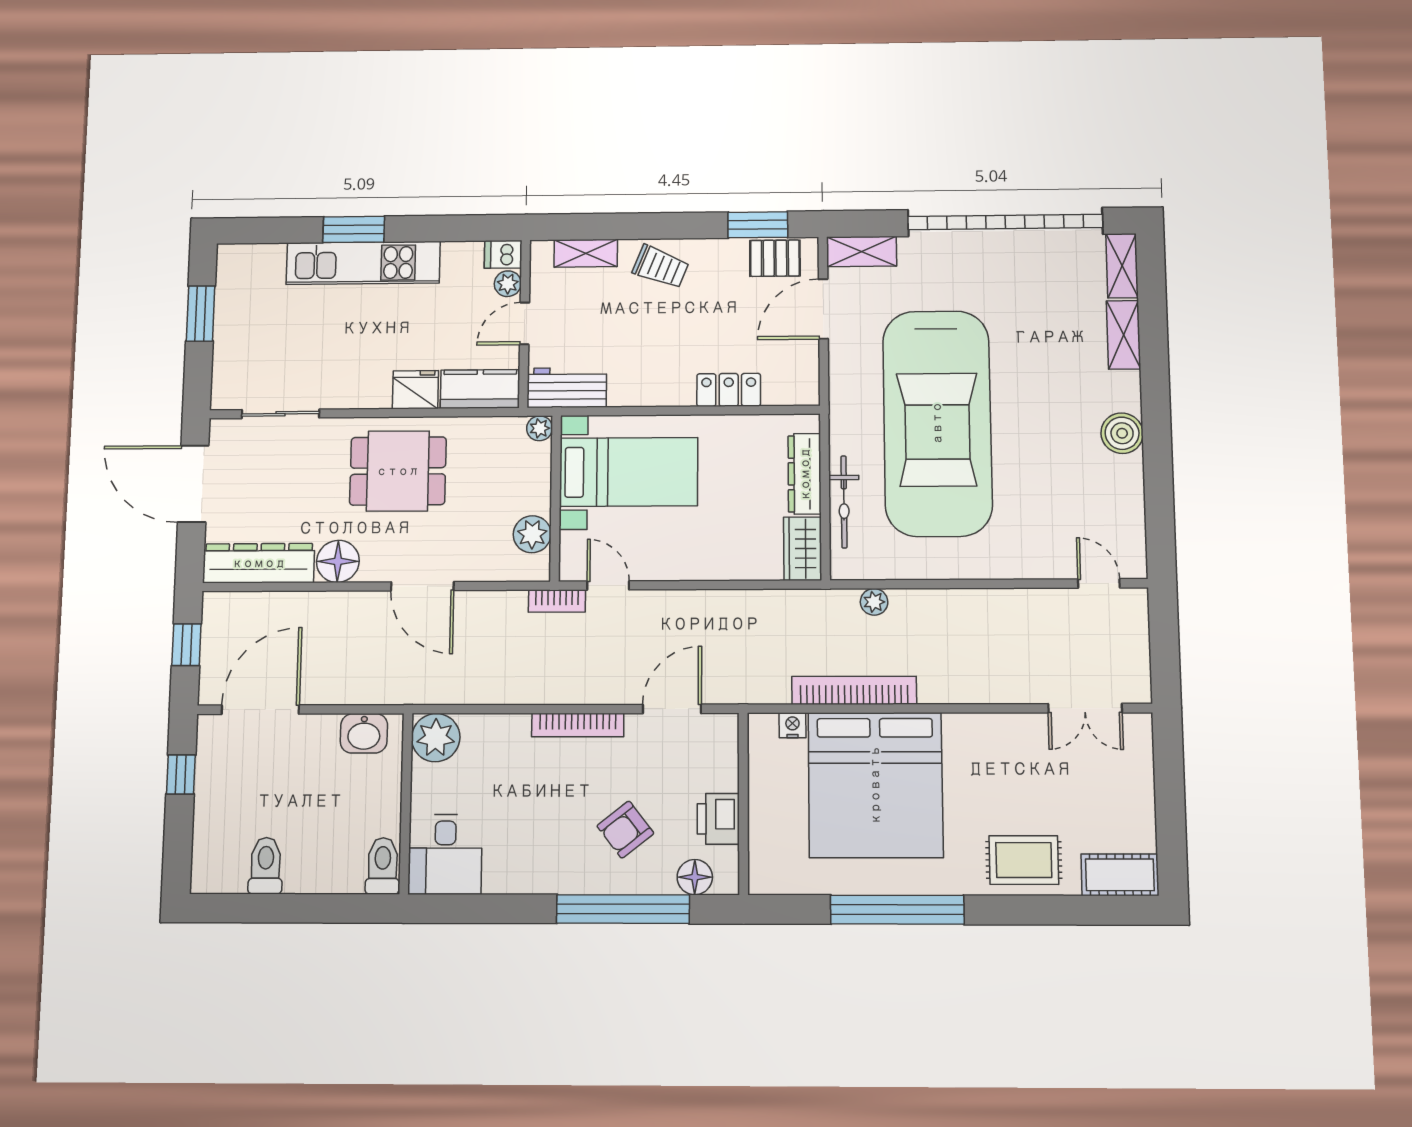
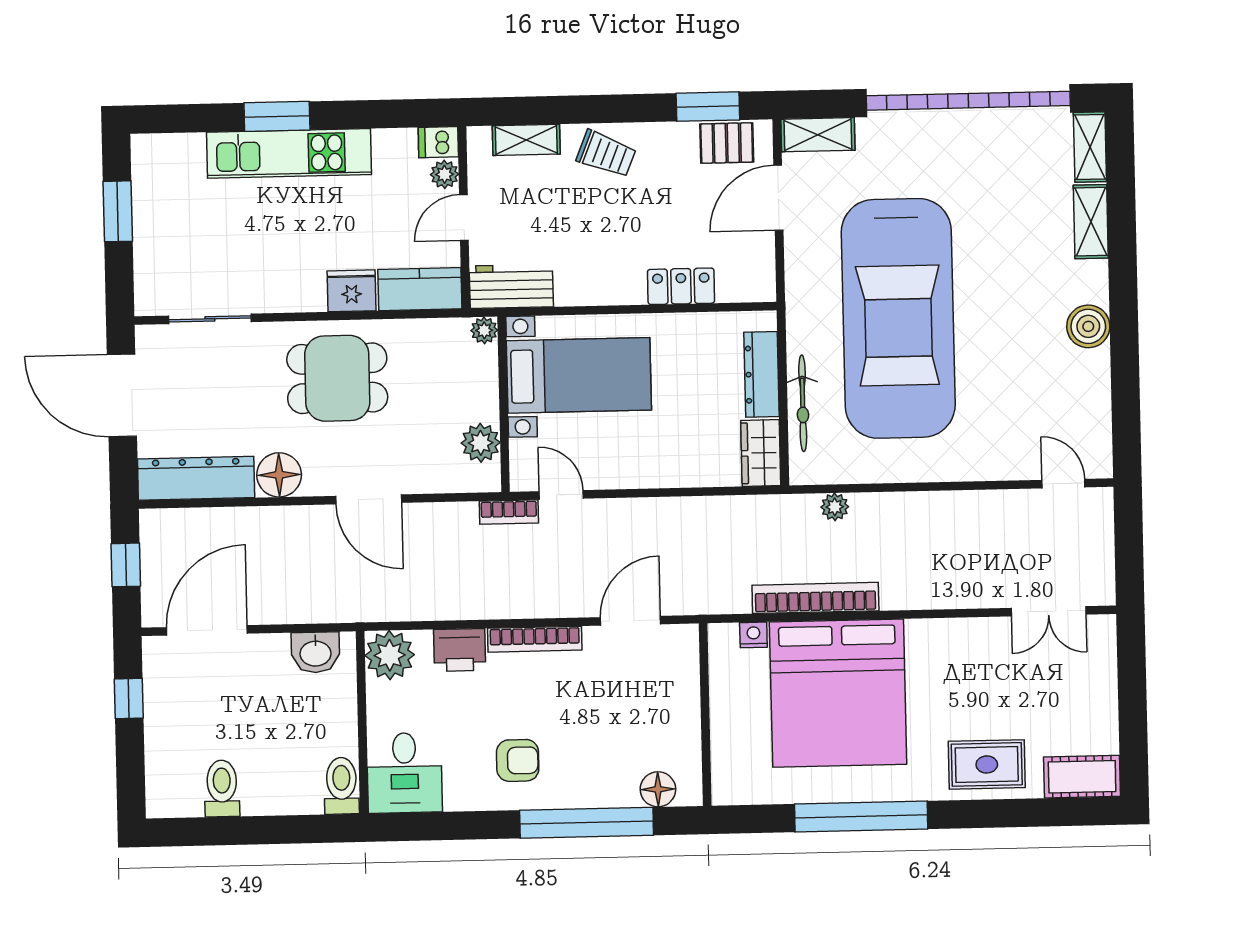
printer: (718, 819) -> (460, 650), moved, turned -90
armchair: (625, 830) -> (518, 760), moved, turned -142

